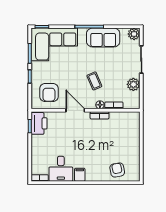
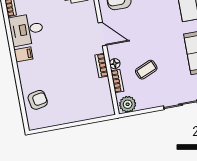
coffee table: (94, 81) -> (146, 70), moved
plant: (133, 84) -> (128, 104), moved
door: (75, 110) -> (102, 34), hinge flipped

